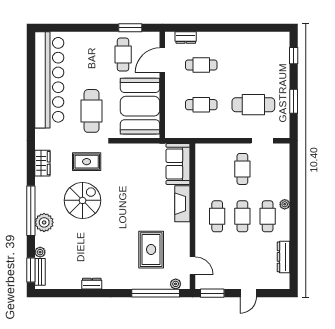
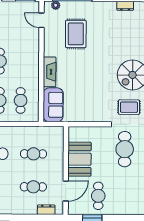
booth: (140, 106) -> (80, 159), width x0.73, depth x0.70
cafe table: (217, 216) -> (21, 100), moved

